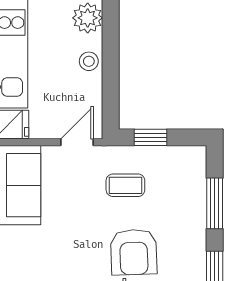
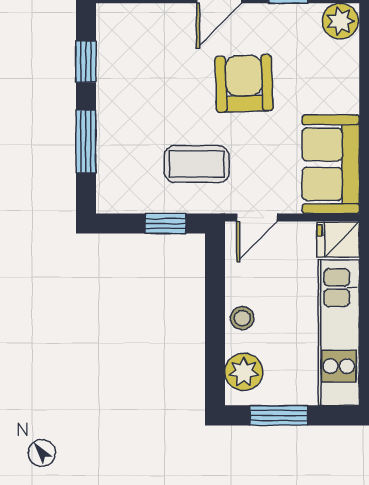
coffee table: (125, 185) -> (197, 164), width x1.36, depth x1.30
armchair: (134, 252) -> (244, 83), moved

